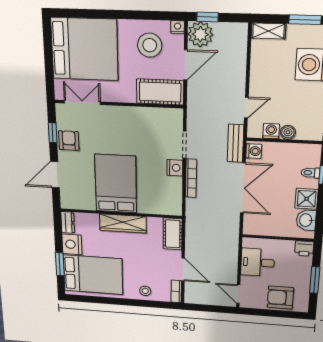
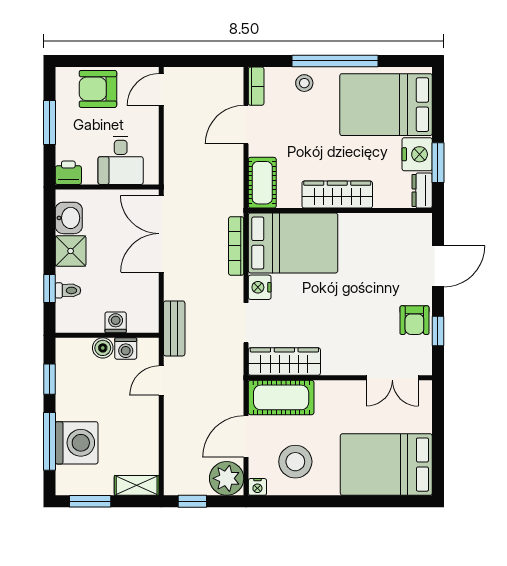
window: (208, 17) -> (192, 501), moved
bed: (84, 49) -> (386, 465), width x0.73
wardrobe: (158, 117) -> (284, 361), added
washing machine: (254, 151) -> (116, 322), moved, turned 90
bookcase: (191, 178) -> (236, 246), moved
bed: (116, 184) -> (293, 243), moved, turned -90
double door: (243, 188) -> (161, 234), moved
desk: (258, 262) -> (121, 160), moved, turned 90
window: (60, 264) -> (438, 163), moved
door: (183, 269) -> (246, 125), hinge flipped
door: (238, 294) -> (161, 90), swing flipped
armchair: (280, 298) -> (98, 89), turned 180
window: (126, 302) -> (335, 61), added

